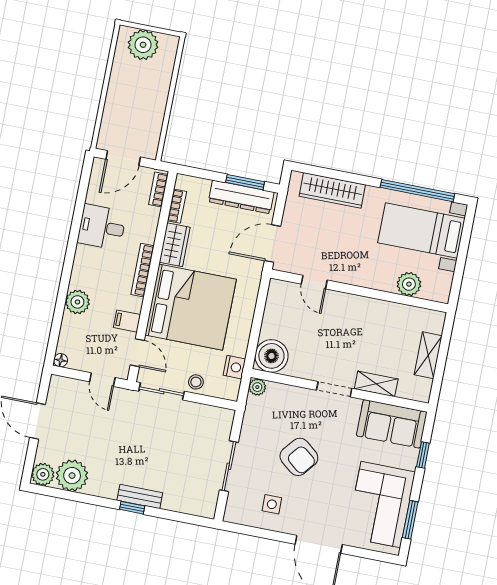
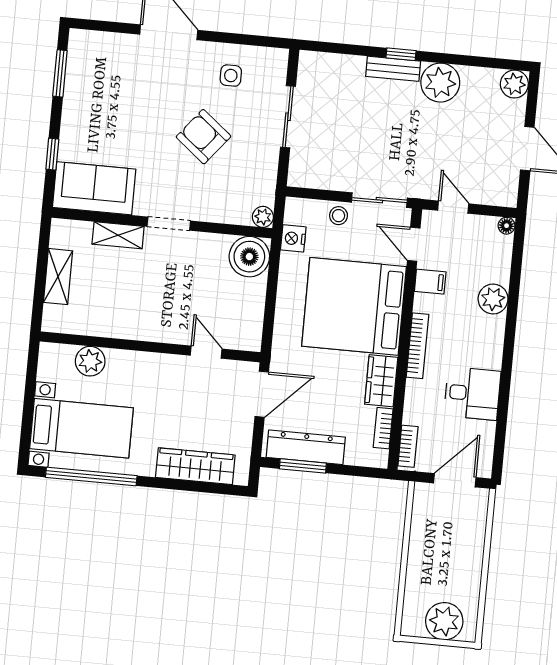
plant: (72, 476) -> (440, 83), moved
corner sofa: (381, 505) -> (98, 88), removed

